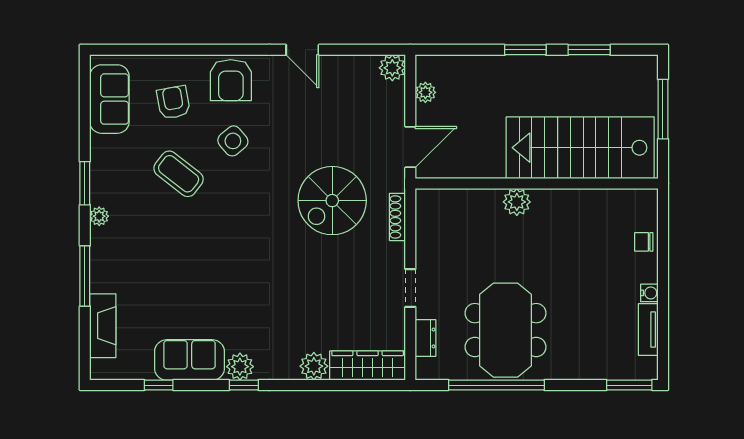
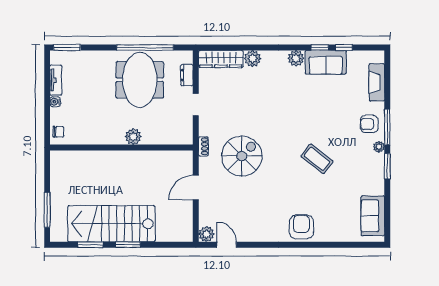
door: (302, 50) -> (227, 245), moved
plant: (425, 92) -> (187, 220), removed
armchair: (173, 102) -> (369, 124), moved, turned 100
side table: (233, 141) -> (300, 191), removed
stairs: (580, 148) -> (111, 224), moved, turned 180
coffee table: (179, 174) -> (317, 159), moved
wall: (537, 183) -> (121, 148), moved
plant: (517, 202) -> (133, 137), moved
shoe rack: (397, 217) -> (203, 146), width x0.70
window: (85, 276) -> (387, 127), moved
window: (244, 385) -> (320, 47), moved

